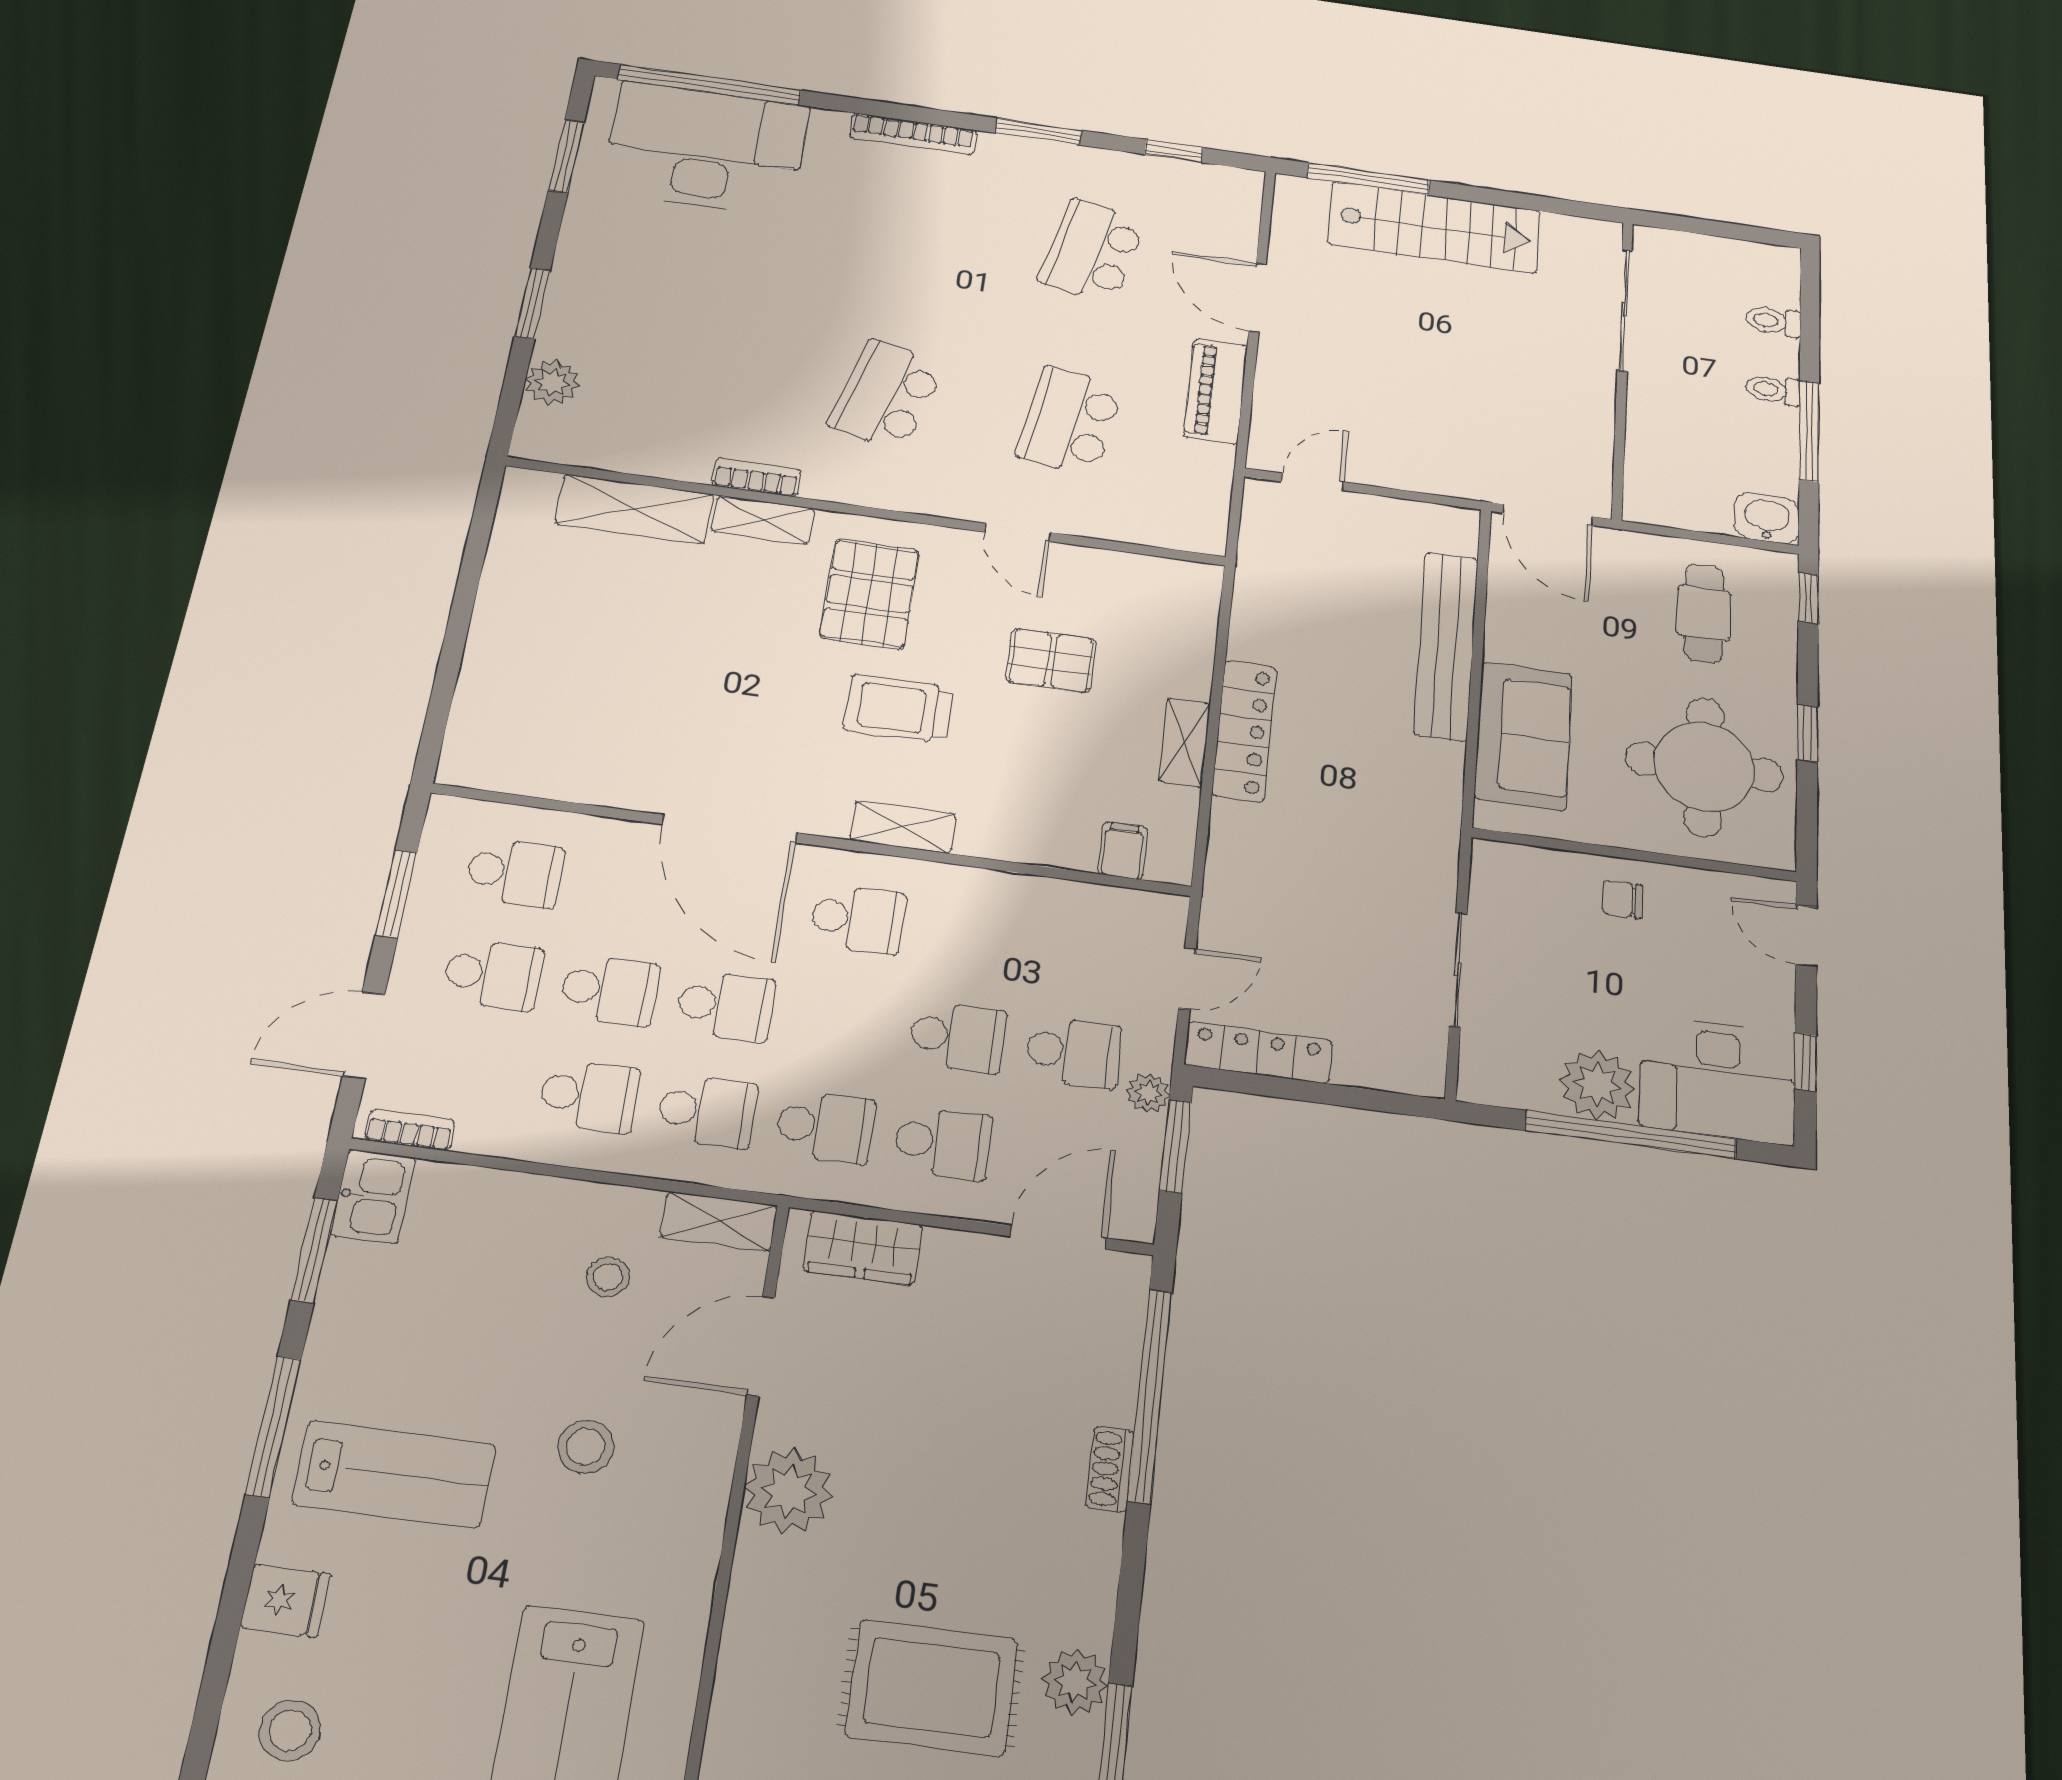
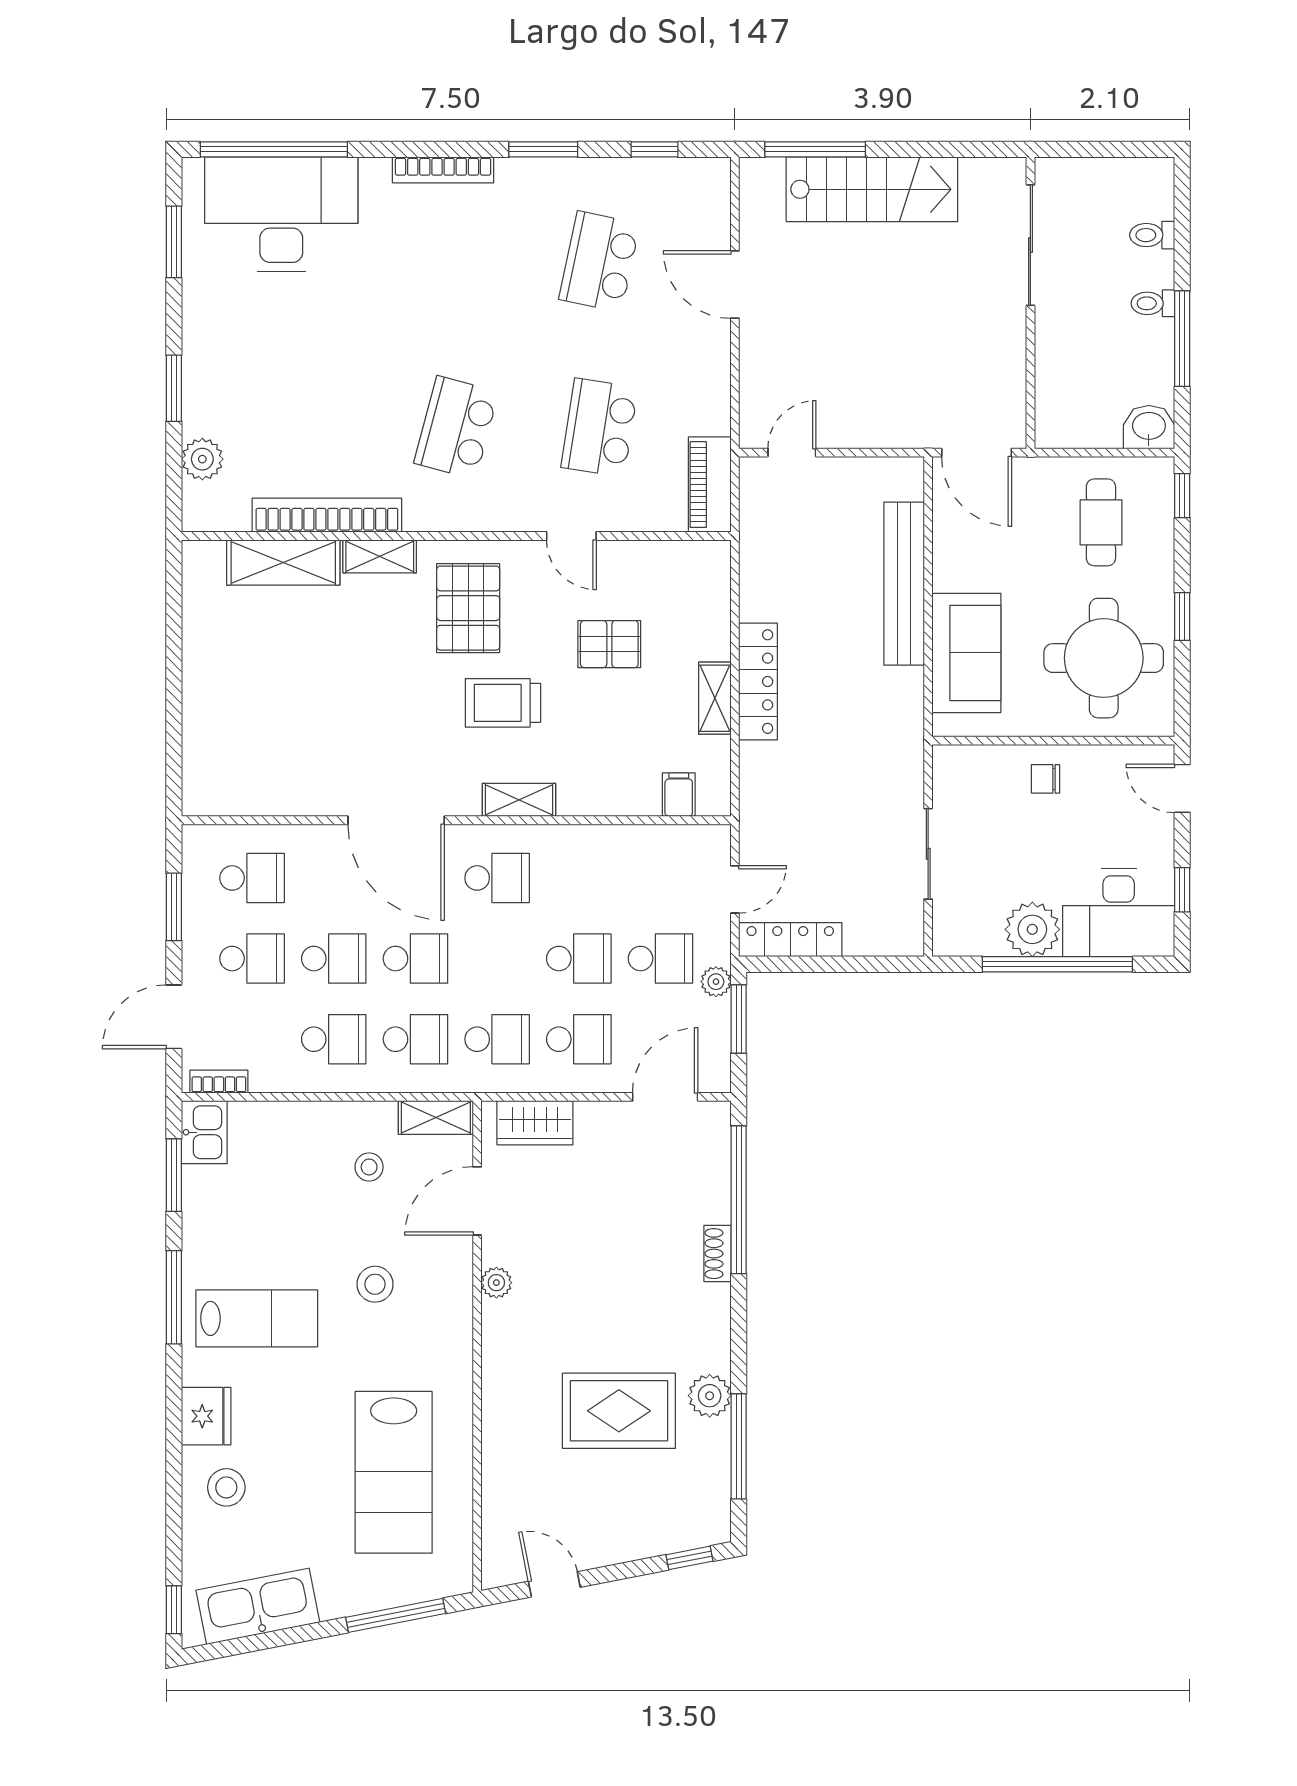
piano: (1216, 391) -> (710, 485), moved
bookcase: (757, 477) -> (327, 515), width x2.31, depth x1.31
plant: (788, 1491) -> (496, 1283), width x0.53, depth x0.53
fridge: (286, 1601) -> (206, 1416), width x1.38

